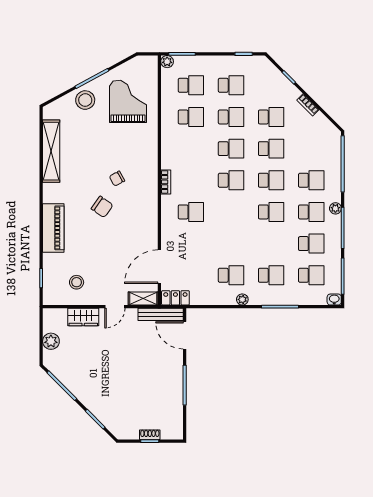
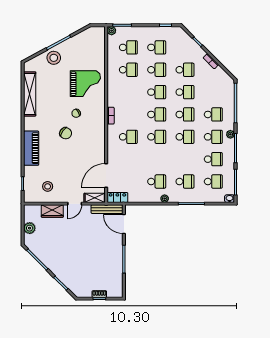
grand piano: (128, 101) -> (85, 84), moved, turned 90
school desk: (231, 212) -> (157, 137), added

